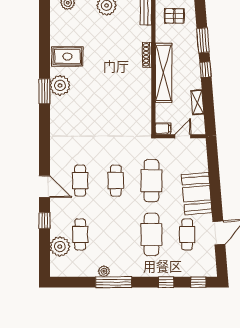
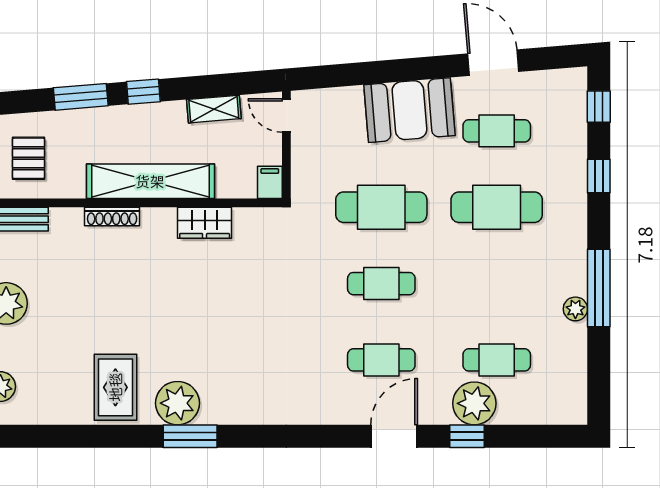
wardrobe: (144, 98) -> (205, 223), added
door: (183, 136) -> (286, 115), moved
plant: (60, 247) -> (474, 403), moved

